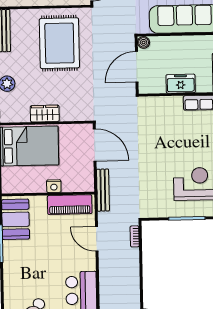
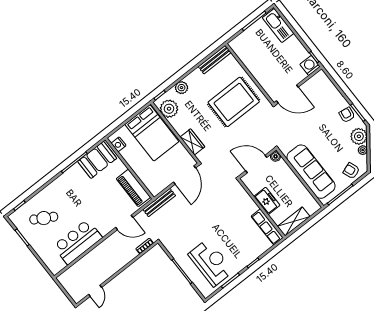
plant: (18, 111) -> (169, 109), added
wardrobe: (45, 114) -> (192, 142), moved
nightstand: (54, 186) -> (119, 144), moved
door: (97, 239) -> (124, 222), swing flipped

